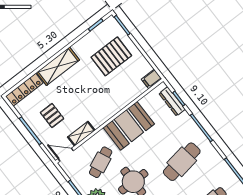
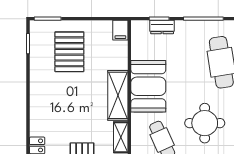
shelving: (58, 66) -> (118, 95), moved
dresser: (172, 101) -> (162, 27), width x0.70

